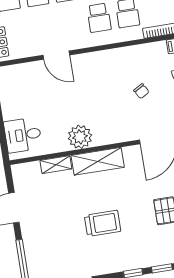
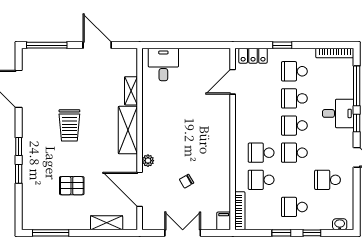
door: (56, 55) -> (233, 82), moved
plant: (80, 137) -> (148, 161), moved, width x0.53, depth x0.53

